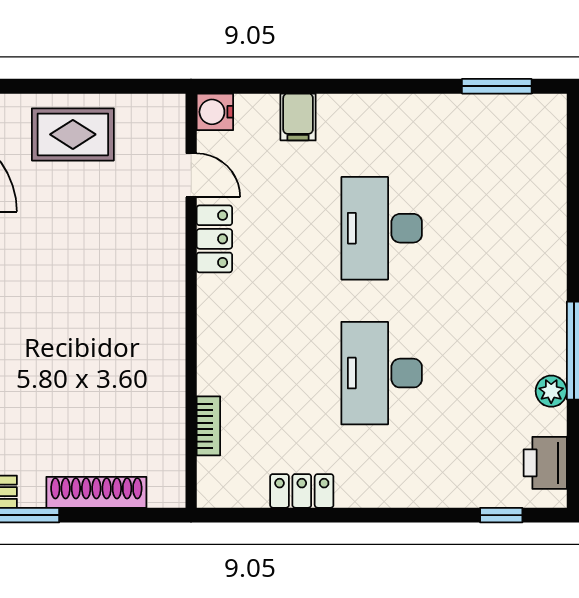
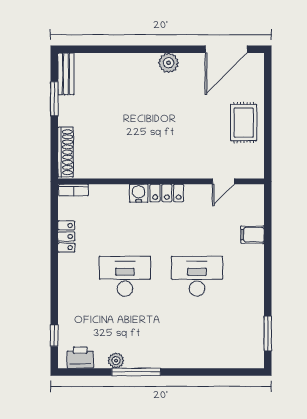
water cooler: (215, 112) -> (139, 193), moved
locker: (214, 239) -> (167, 193), moved
bookcase: (208, 426) -> (73, 190), moved
shoe rack: (96, 492) -> (66, 152), moved

